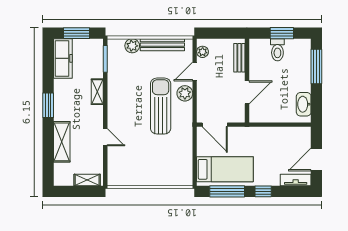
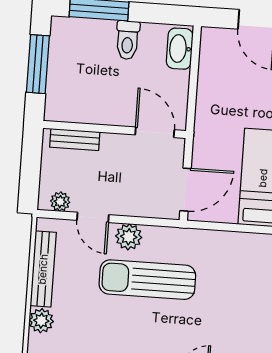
window: (282, 33) -> (38, 64), width x1.44
toilet: (277, 50) -> (128, 40), moved, turned 90
door: (247, 92) -> (155, 132), moved
washbasin: (304, 104) -> (180, 49), moved, turned 90

